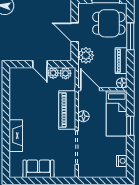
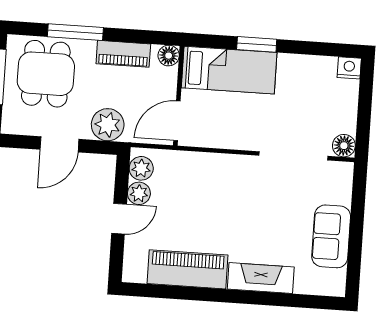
piano: (67, 110) -> (188, 269), moved, turned 180
floor lamp: (83, 116) -> (344, 146), moved
nightstand: (122, 161) -> (349, 68), moved

